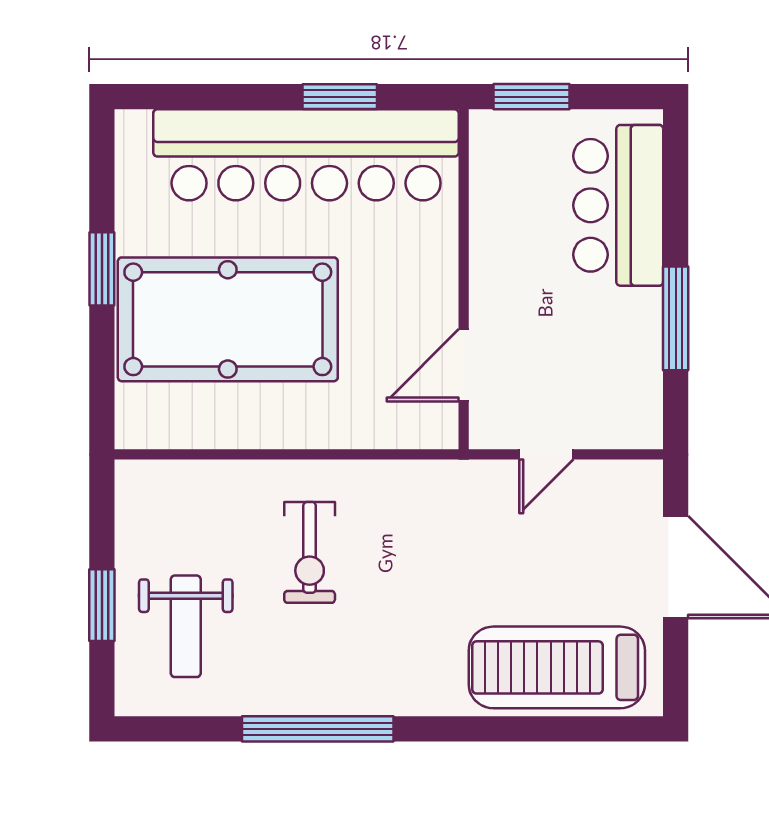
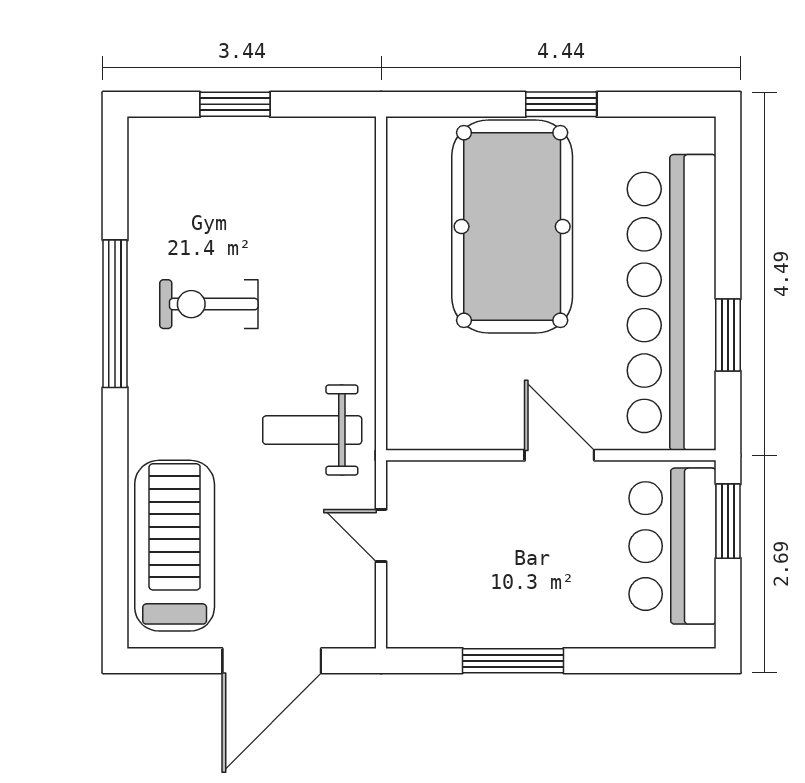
bar counter: (618, 205) -> (672, 546), moved, turned -90
door: (464, 365) -> (559, 455), moved
exercise bike: (310, 552) -> (209, 304), moved
weight bench: (186, 626) -> (312, 430), moved

